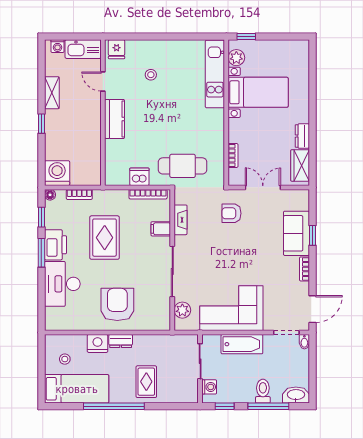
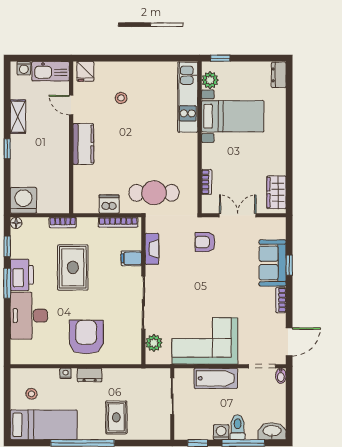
dresser: (302, 136) -> (279, 75), moved
bookcase: (79, 194) -> (63, 223), moved
nightstand: (98, 343) -> (66, 373), width x0.53, depth x0.56
washing machine: (209, 387) -> (221, 432), moved, turned -90

